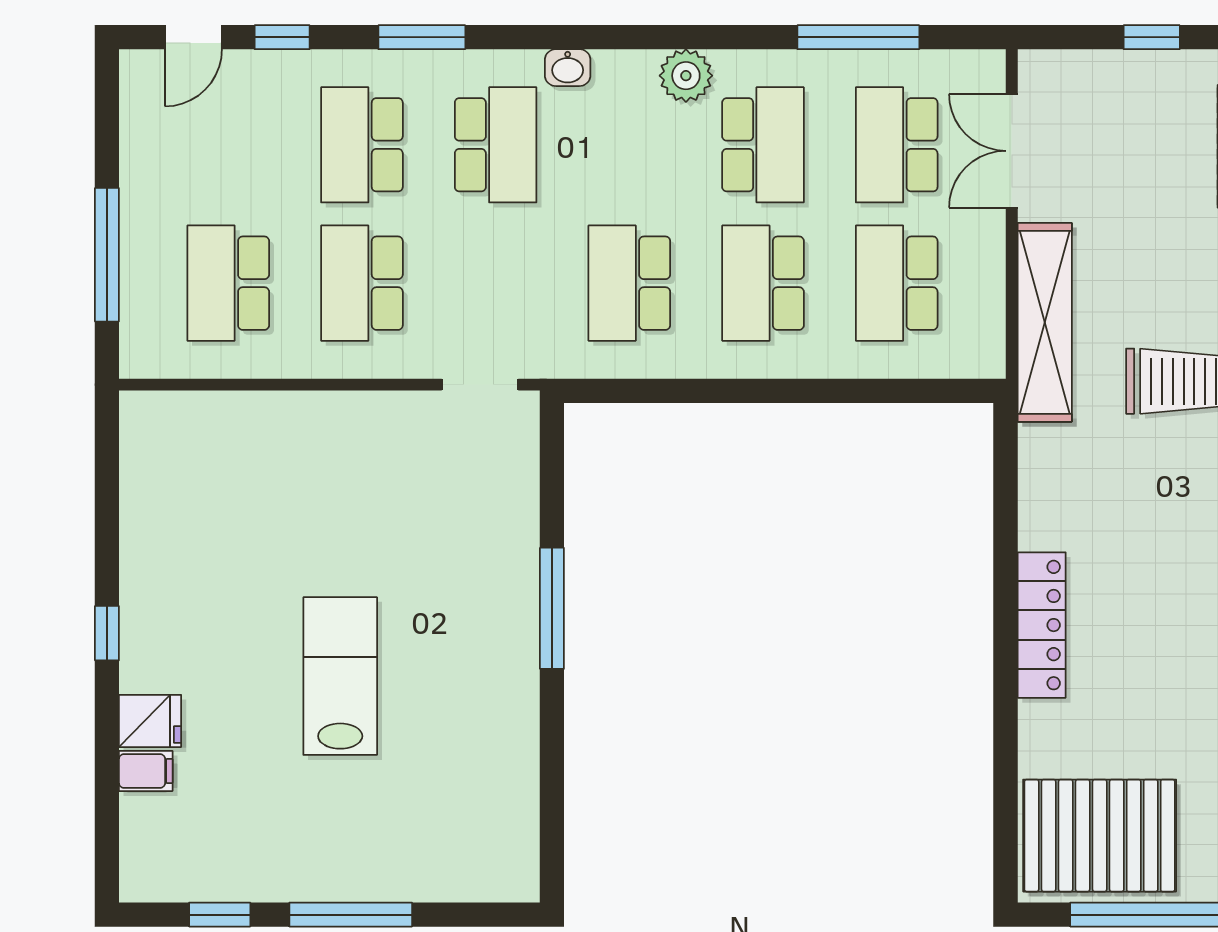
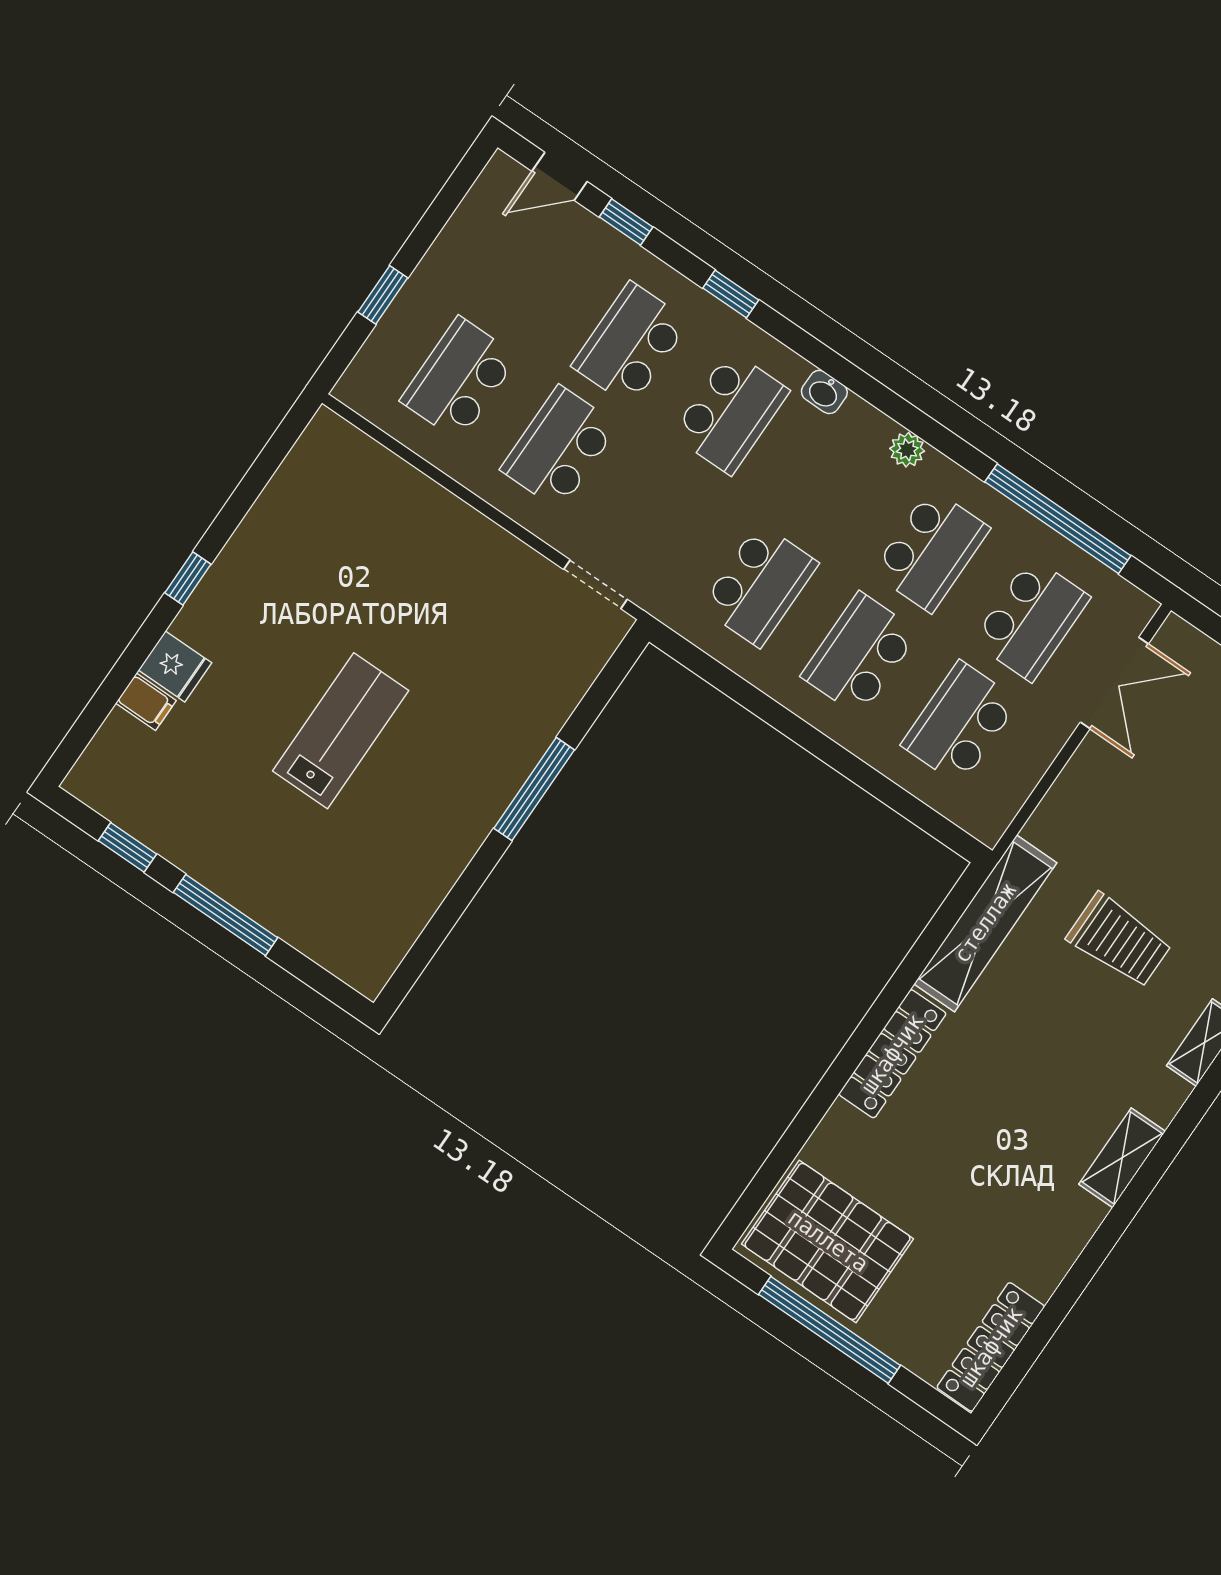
window: (422, 37) -> (731, 294), width x0.67
window: (858, 37) -> (1058, 519), width x1.46
plant: (686, 76) -> (907, 450), width x0.73, depth x0.73
school desk: (897, 145) -> (1031, 619), turned 180
double door: (1012, 151) -> (1114, 683), swing flipped
window: (107, 255) -> (383, 295), width x0.46
school desk: (629, 283) -> (760, 585), turned 180
shelving: (1045, 322) -> (985, 923), moved

